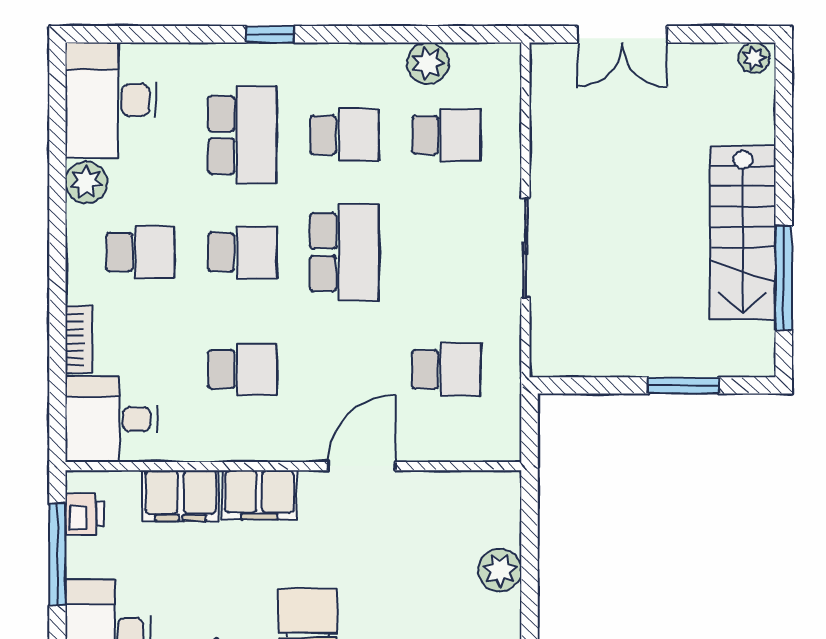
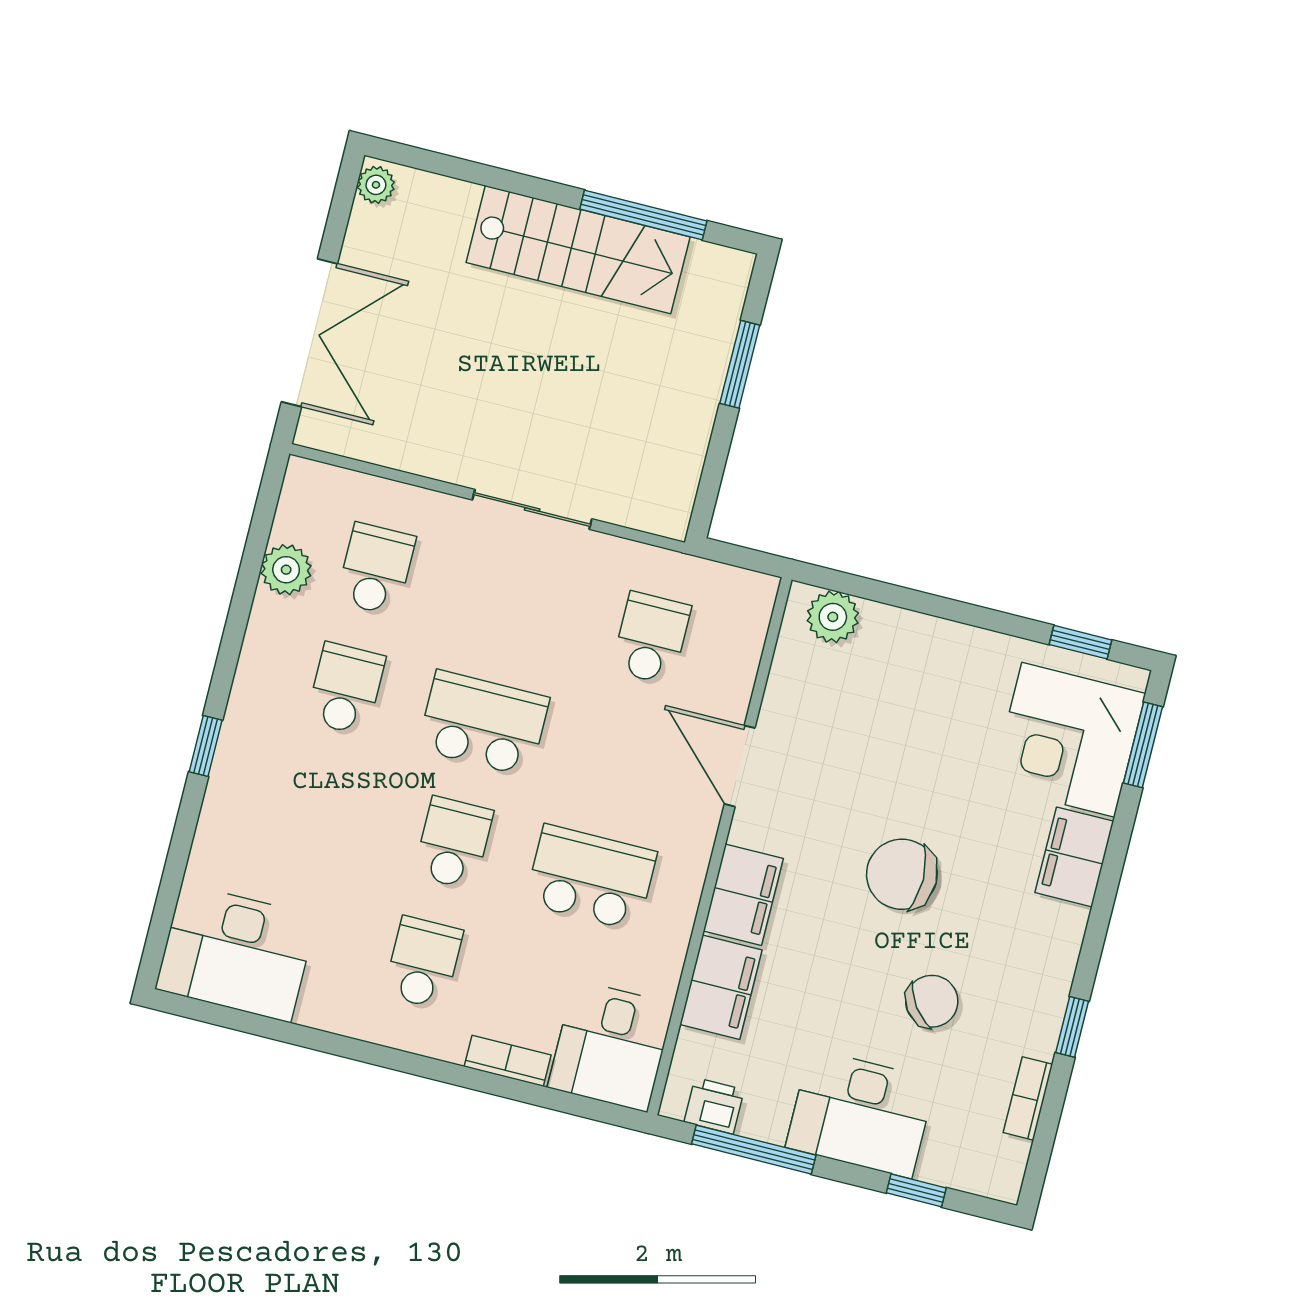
double door: (622, 34) -> (309, 333), width x1.37
school desk: (242, 135) -> (316, 808), removed
plant: (86, 182) -> (325, 1006), removed
school desk: (242, 369) -> (591, 878), width x1.85
plant: (500, 570) -> (833, 617), moved

